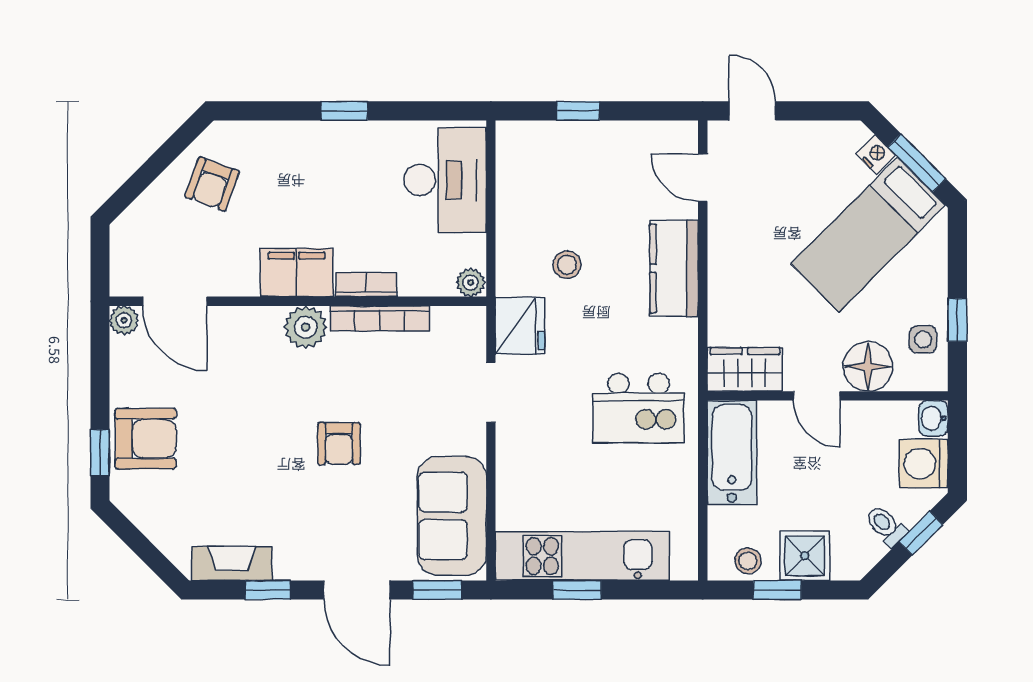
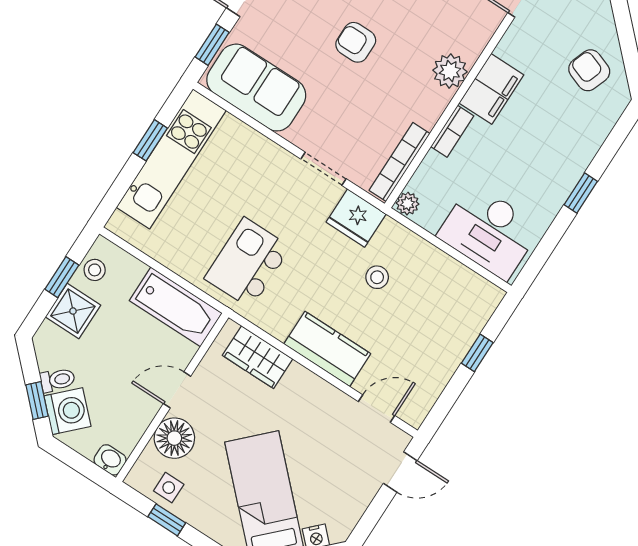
bookcase: (380, 319) -> (400, 162), moved
wardrobe: (745, 370) -> (258, 357), moved, turned 90
washing machine: (924, 464) -> (67, 411), moved, turned 45

